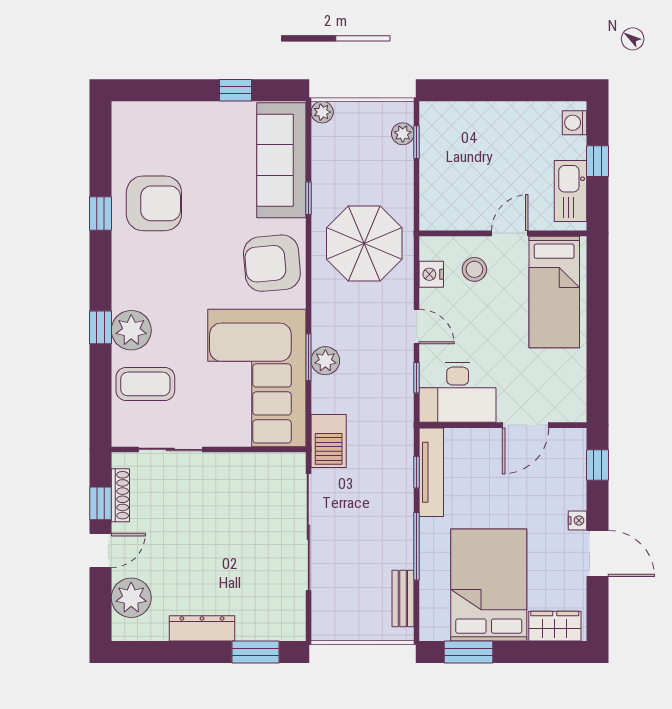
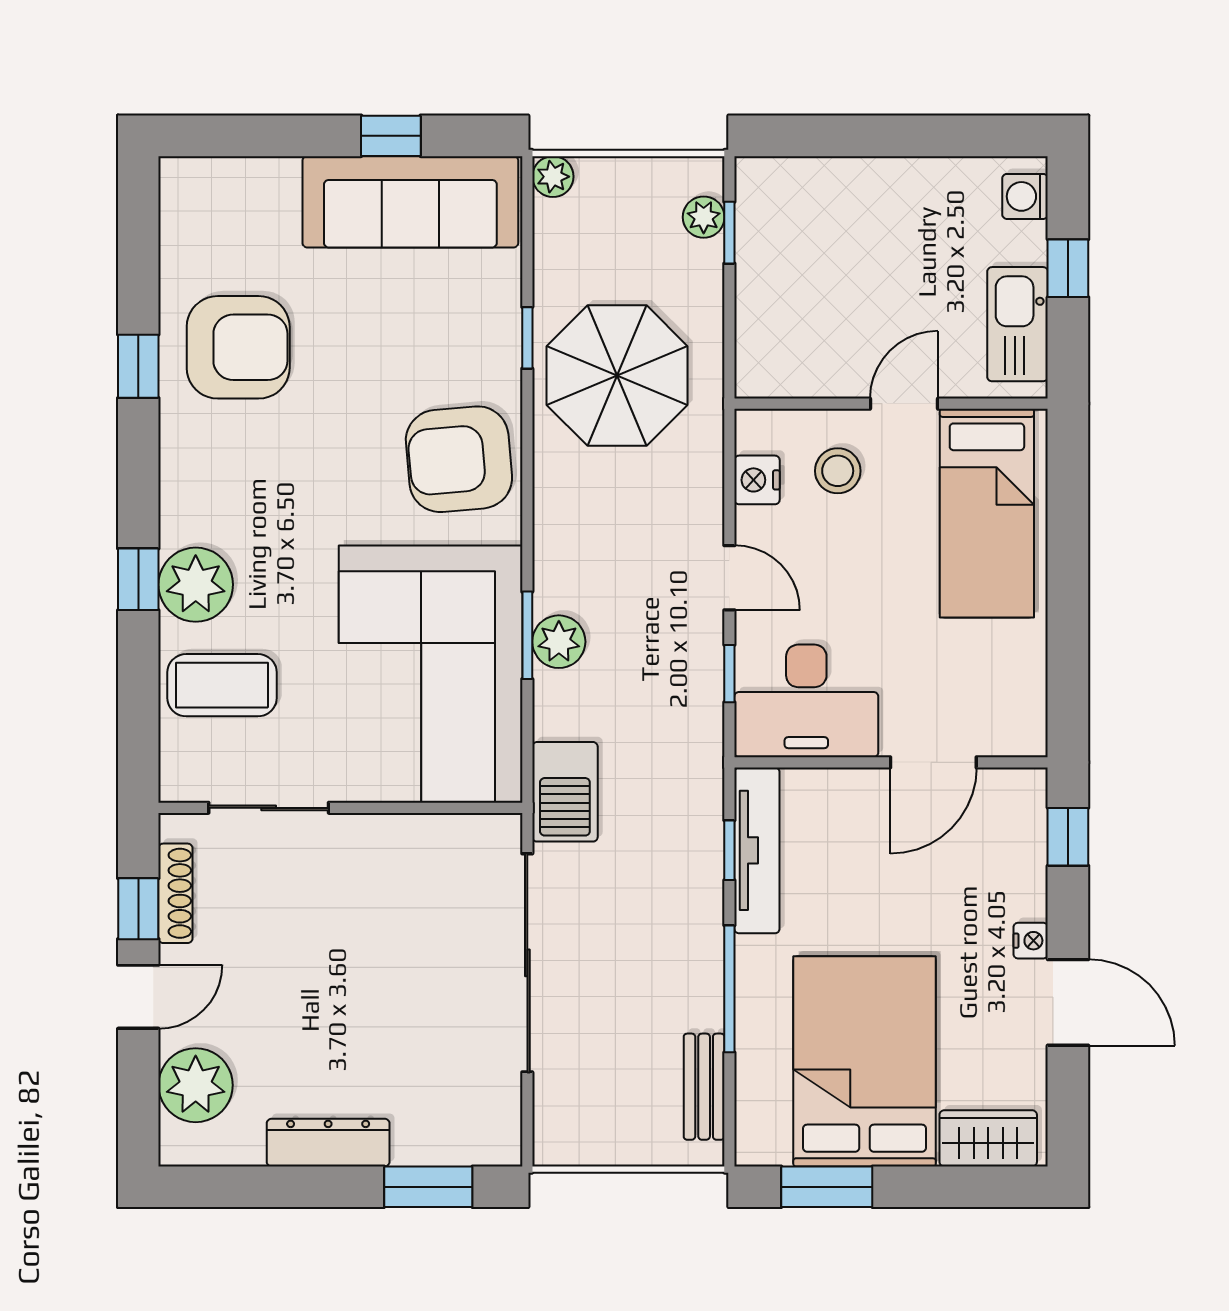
sofa: (281, 160) -> (410, 202), moved, turned -90
parasol: (364, 244) -> (617, 376), moved

